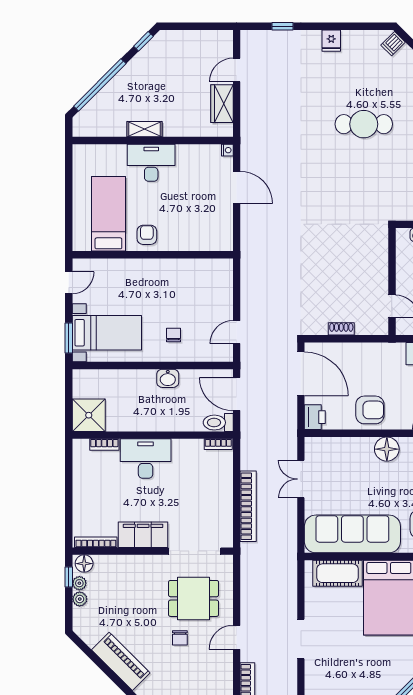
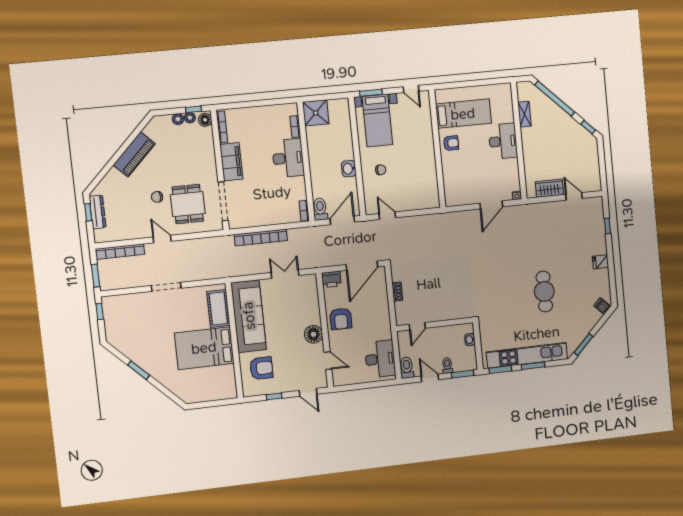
shelving: (145, 129) -> (524, 114), moved

